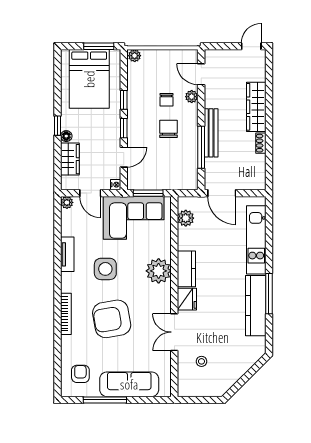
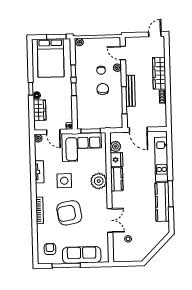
door: (124, 157) -> (74, 108), removed
fridge: (187, 299) -> (117, 160), moved
double door: (174, 332) -> (110, 220), swing flipped

